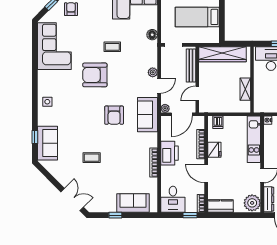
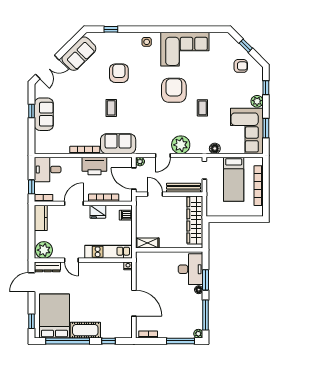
bed: (197, 17) -> (234, 179), moved, turned 180
corner sofa: (54, 46) -> (185, 49), moved
plant: (153, 72) -> (181, 145), width x1.87, depth x1.87
door: (159, 86) -> (163, 156), hinge flipped
shelving: (245, 89) -> (147, 243), moved
armchair: (114, 115) -> (119, 73), moved, turned 90
sofa: (148, 115) -> (118, 144), moved
sofa: (47, 143) -> (79, 54), moved, turned -45
coffee table: (92, 158) -> (111, 108), moved
sofa: (133, 203) -> (44, 114), moved

